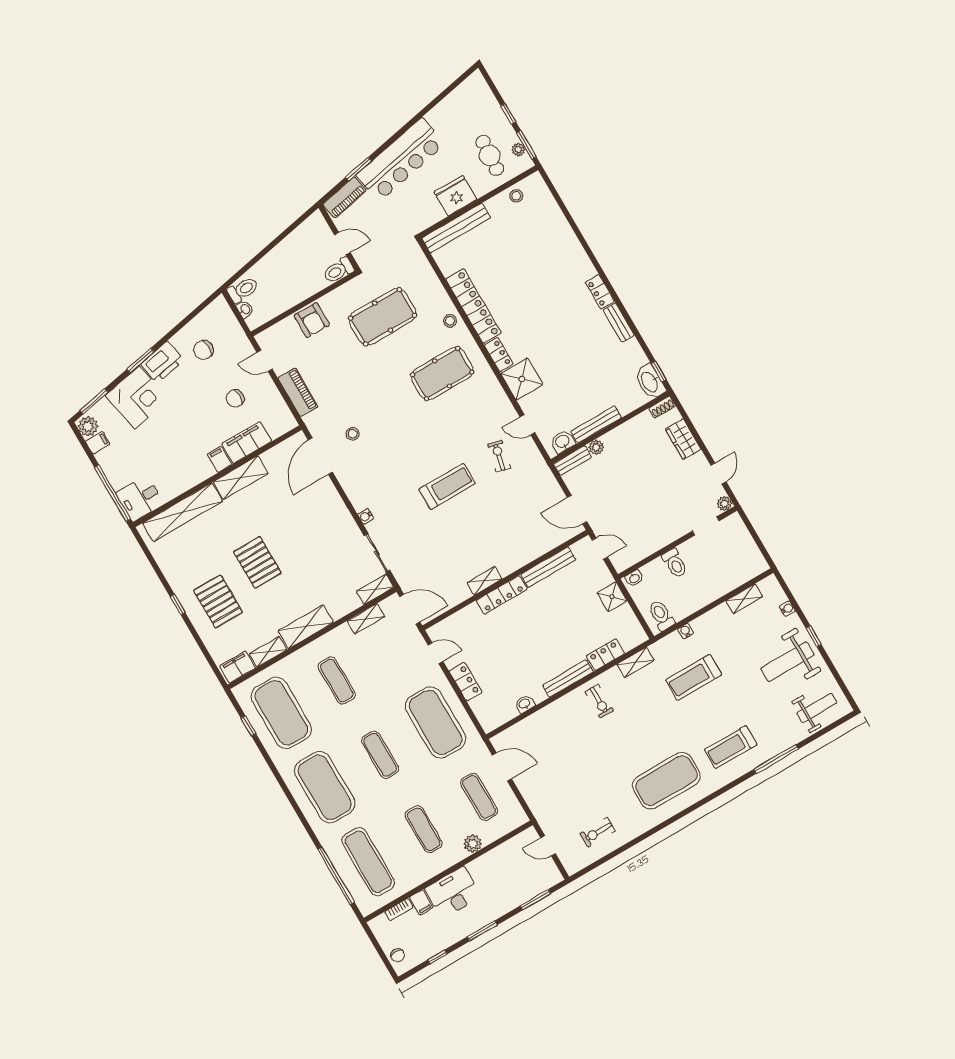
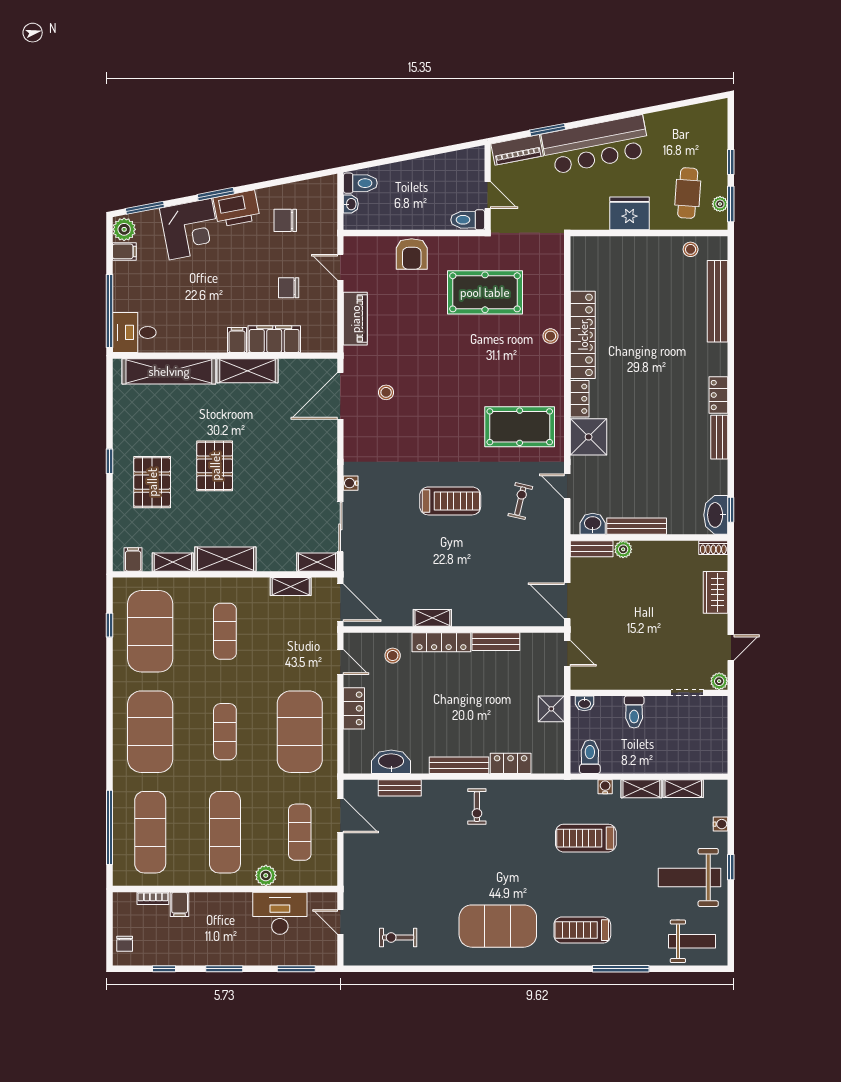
bench: (456, 228) -> (718, 301), moved, turned 90
pool table: (442, 373) -> (520, 427), moved
bench: (548, 567) -> (496, 642), width x0.73
stool: (471, 626) -> (393, 656), added
shelving: (636, 662) -> (641, 789), moved
filing cabinet: (237, 667) -> (133, 559), width x0.50
washbasin: (525, 704) -> (391, 762), width x1.91, depth x1.45
bench: (534, 721) -> (400, 788), added
exercise mat: (424, 829) -> (225, 832), width x1.36, depth x1.45
desk: (453, 893) -> (280, 913), moved

